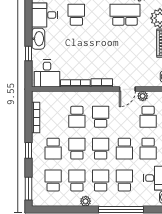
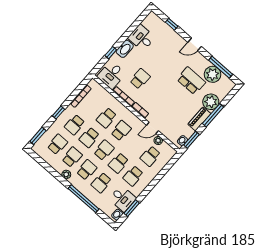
school desk: (76, 15) -> (140, 79), moved
school desk: (77, 149) -> (89, 137), turned 180
school desk: (124, 181) -> (101, 183), turned 180

